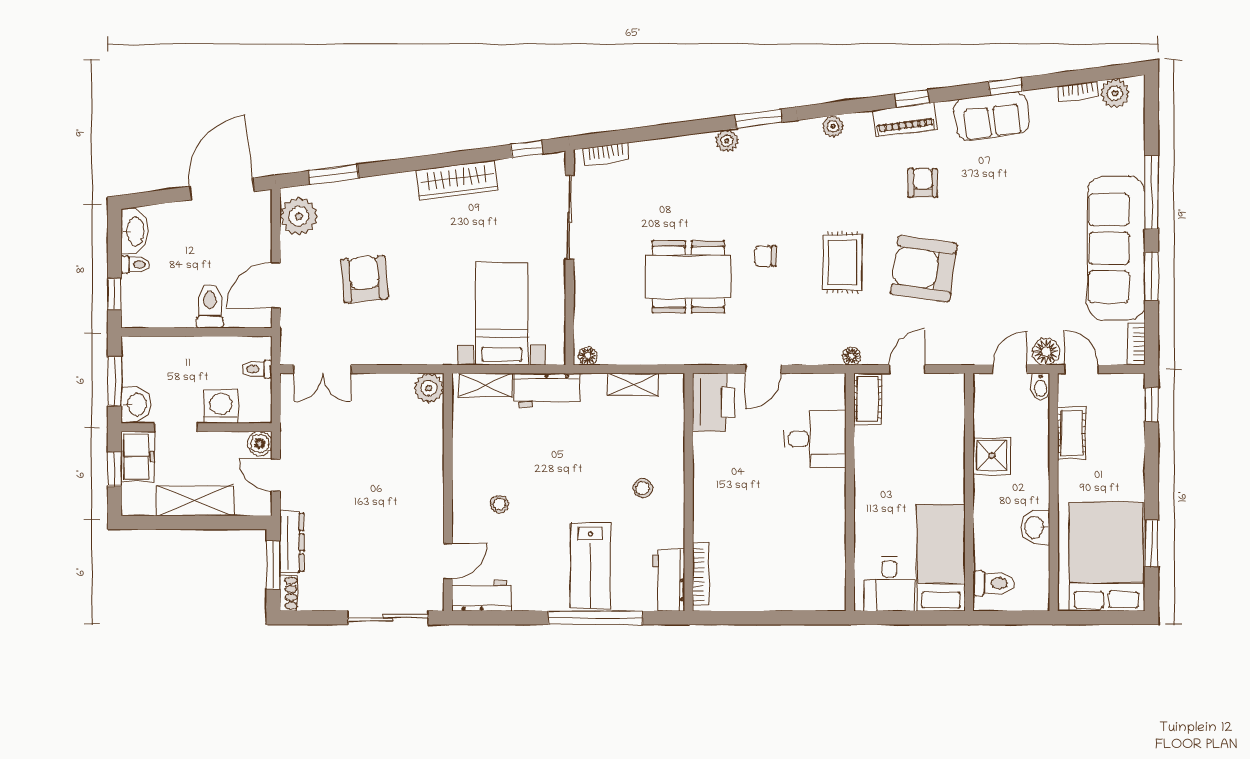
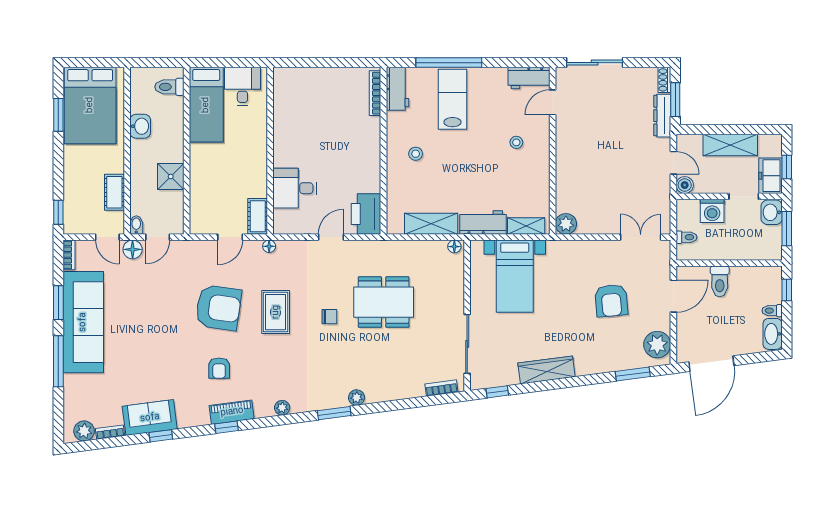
sofa: (992, 116) -> (150, 418), moved
shelving: (633, 384) -> (431, 224), width x1.50, depth x1.33

